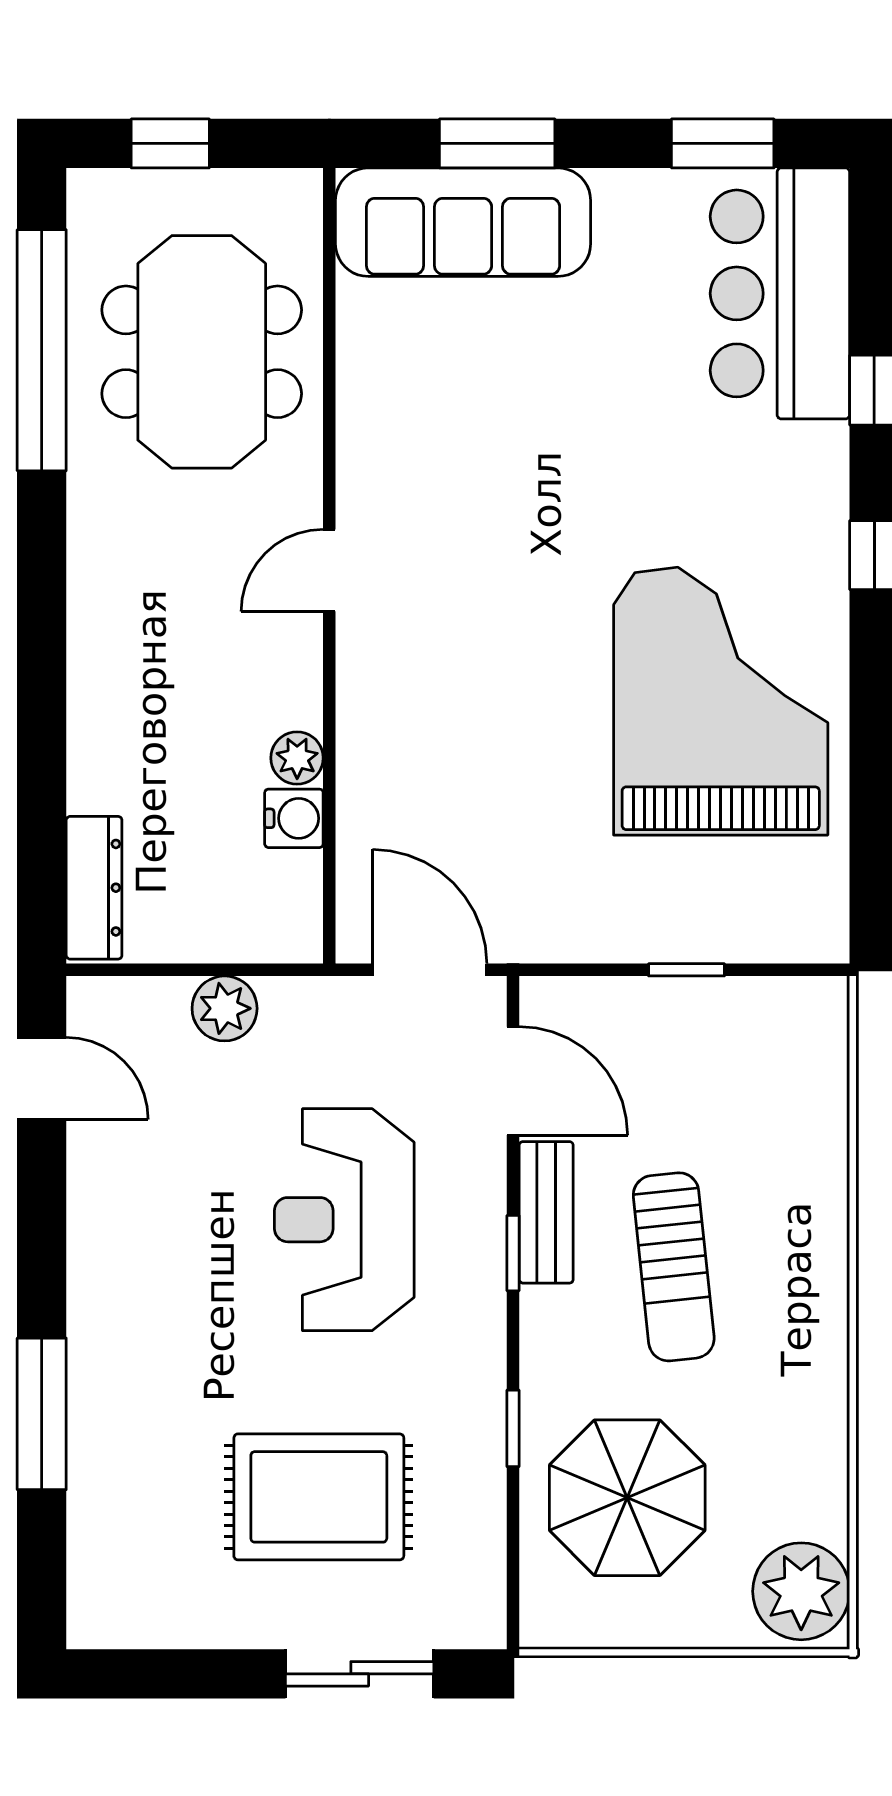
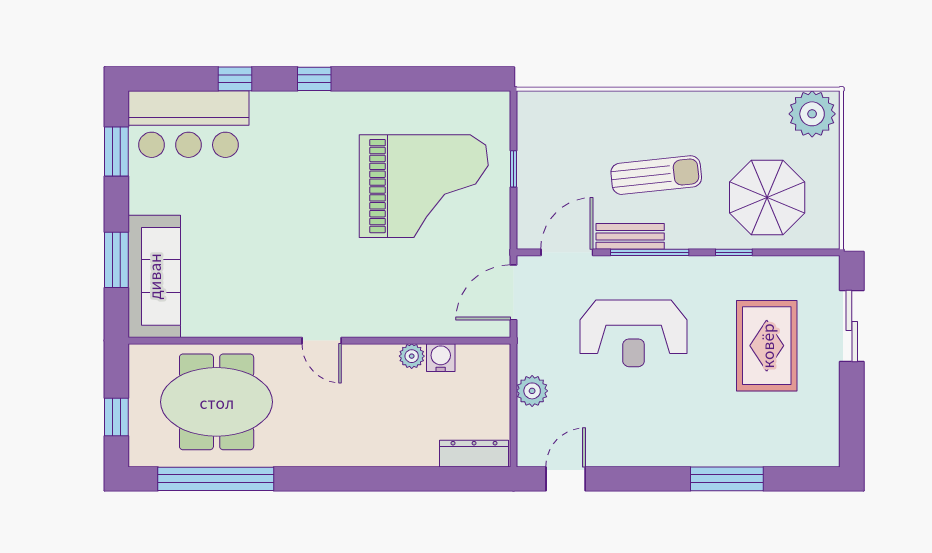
grand piano: (721, 701) -> (424, 186), moved, turned 180
window: (513, 1253) -> (650, 252), width x2.17

